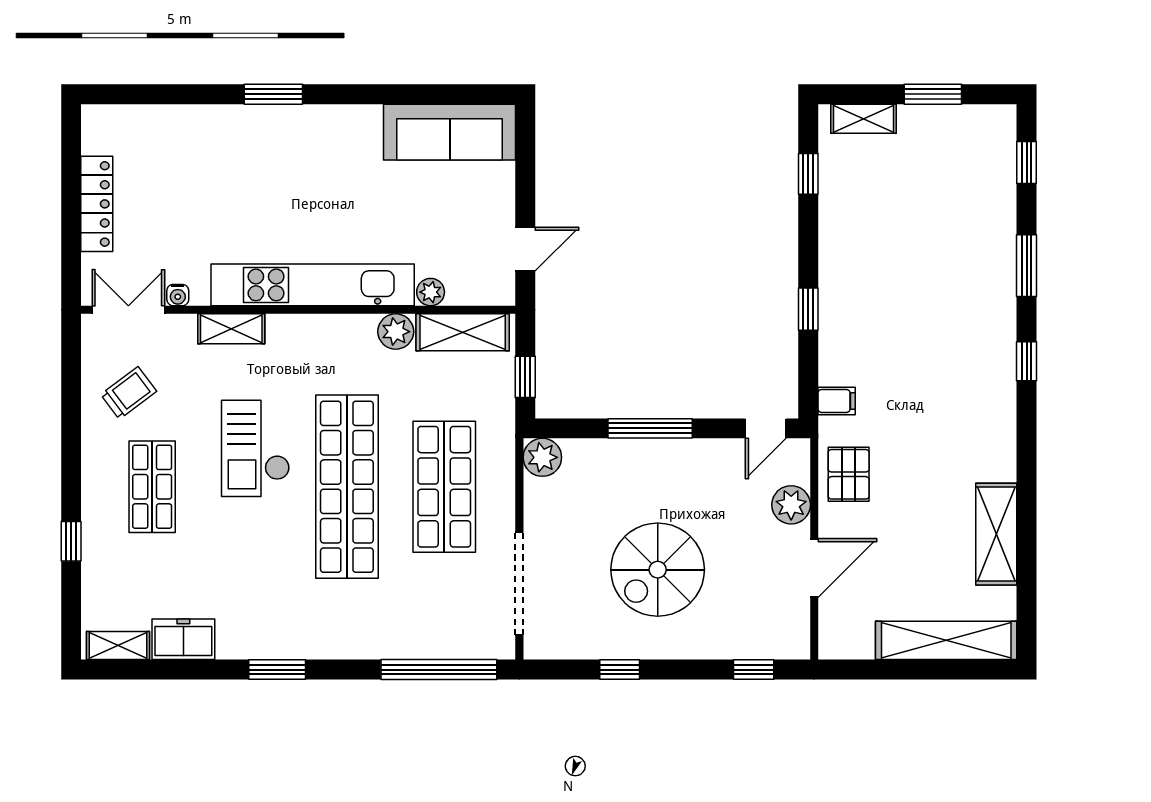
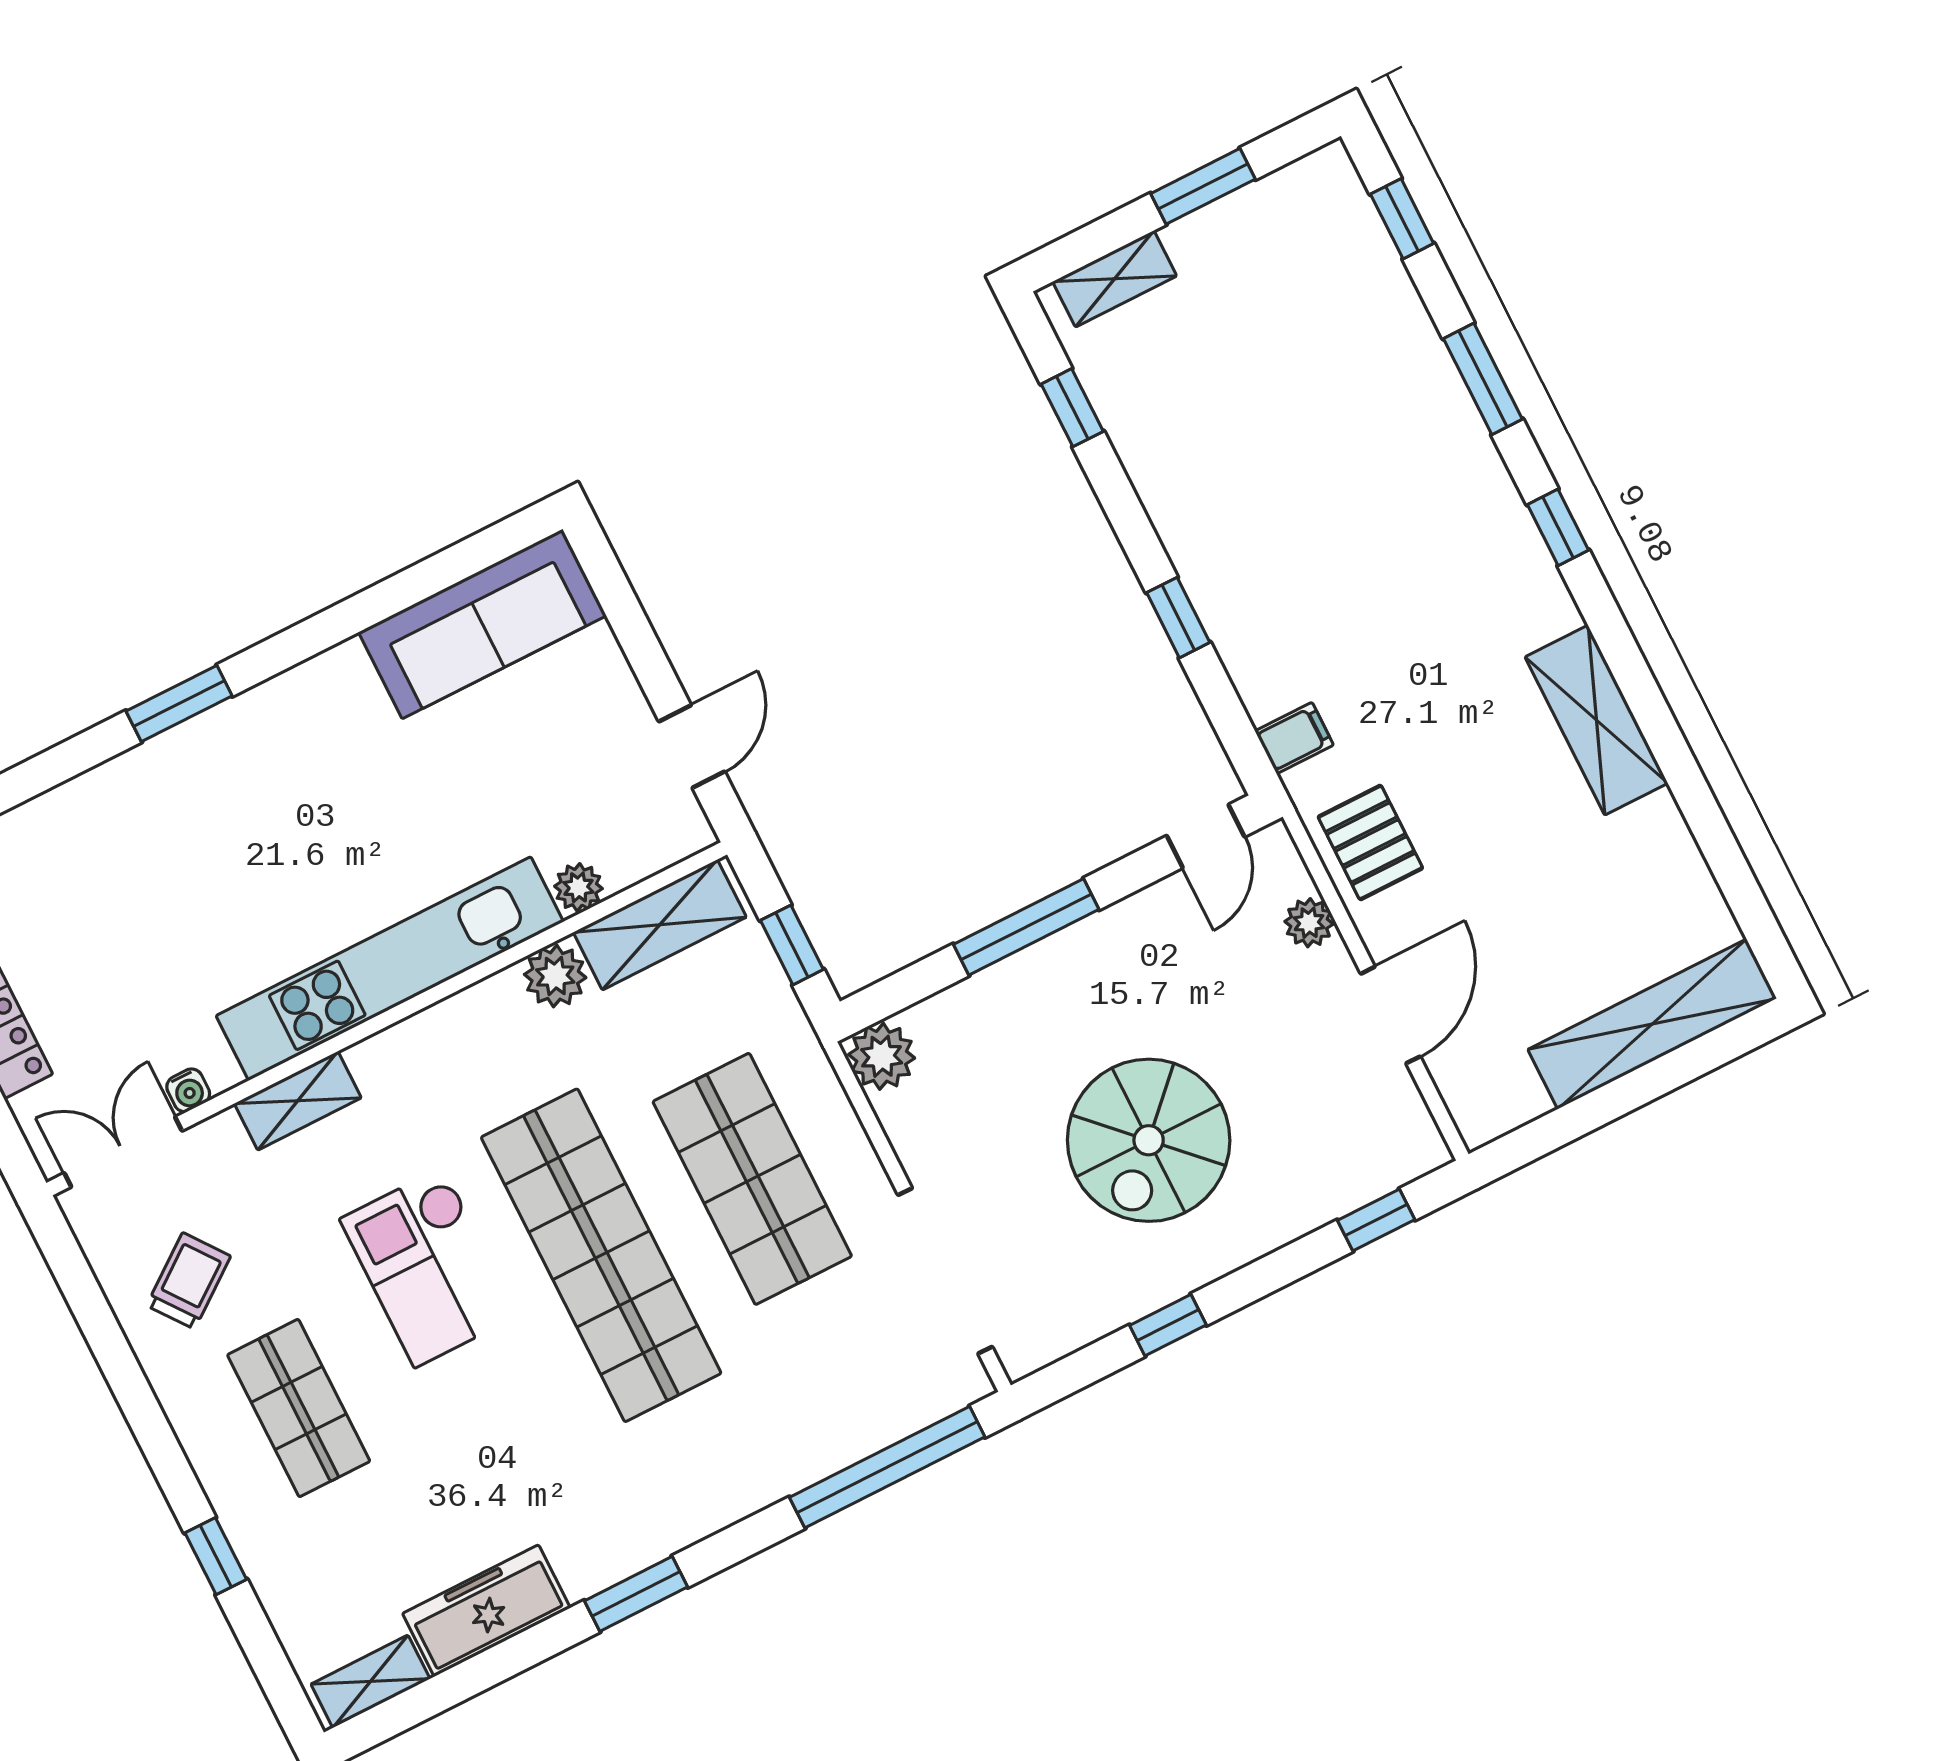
plant: (791, 505) -> (1309, 923), width x0.73, depth x0.73
shelving: (996, 534) -> (1596, 720), moved
freezer: (183, 639) -> (486, 1611), width x1.40

